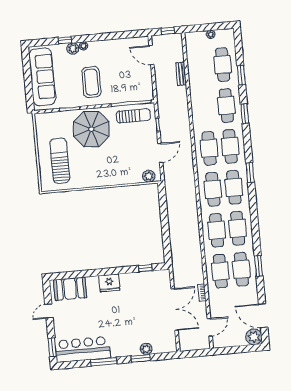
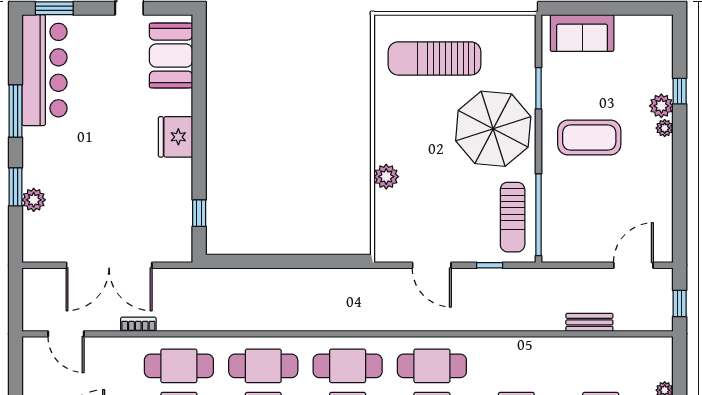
sofa: (42, 77) -> (582, 33), width x0.54, depth x0.79
sun lounger: (60, 161) -> (435, 58), turned 180
plant: (149, 176) -> (386, 177), moved

